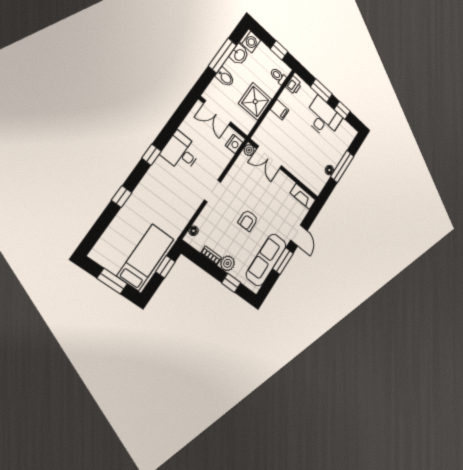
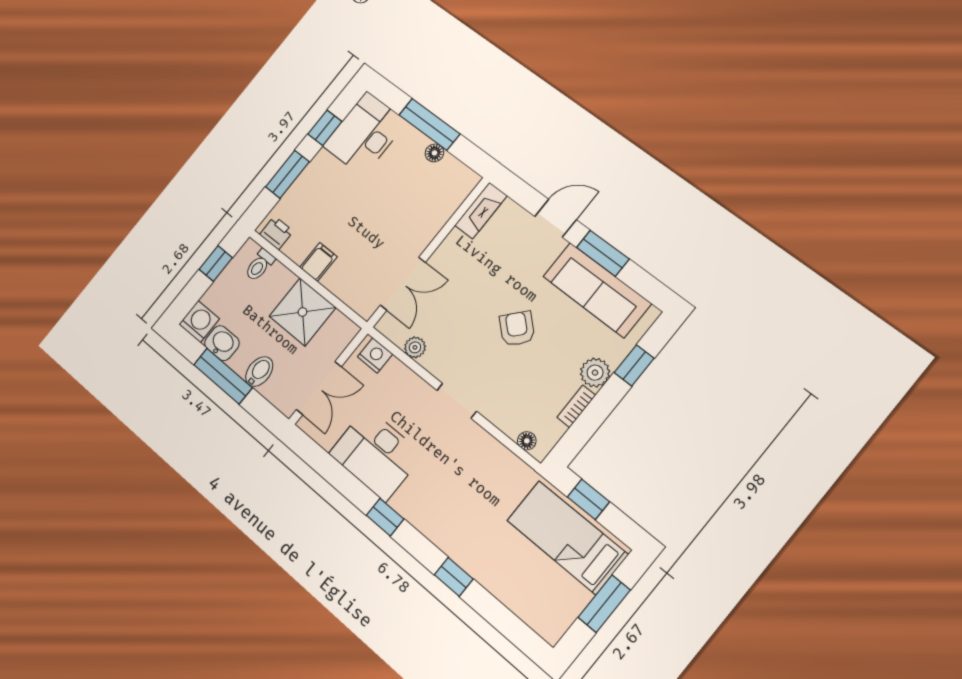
desk: (323, 118) -> (365, 134), moved
plant: (249, 150) -> (415, 347), moved
desk: (181, 152) -> (376, 454), width x1.37
armchair: (248, 220) -> (517, 329), turned -138

